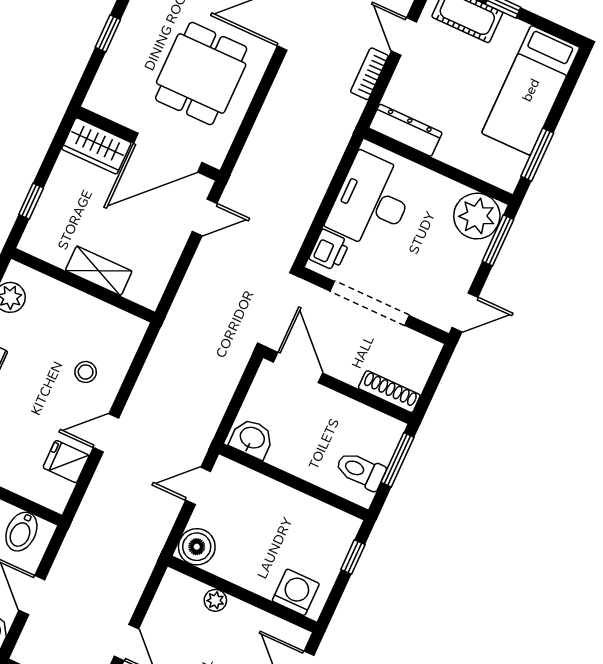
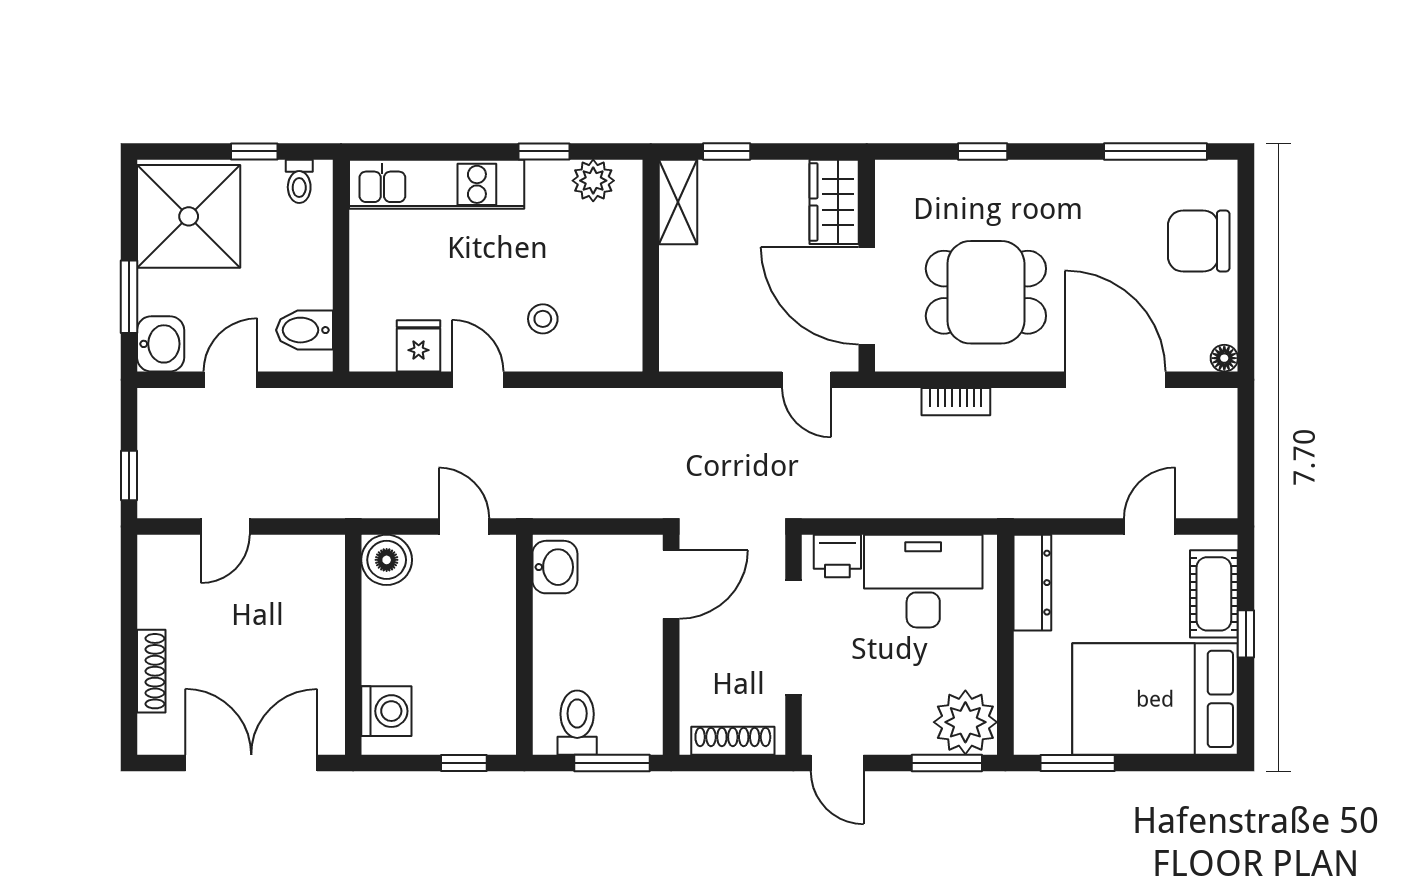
bookcase: (369, 74) -> (956, 402), moved, turned 180
bed: (531, 90) -> (1155, 699), width x1.50
shelving: (99, 271) -> (678, 202), moved
shoe rack: (389, 392) -> (733, 741), moved, turned -90
plant: (215, 600) -> (330, 614), removed

